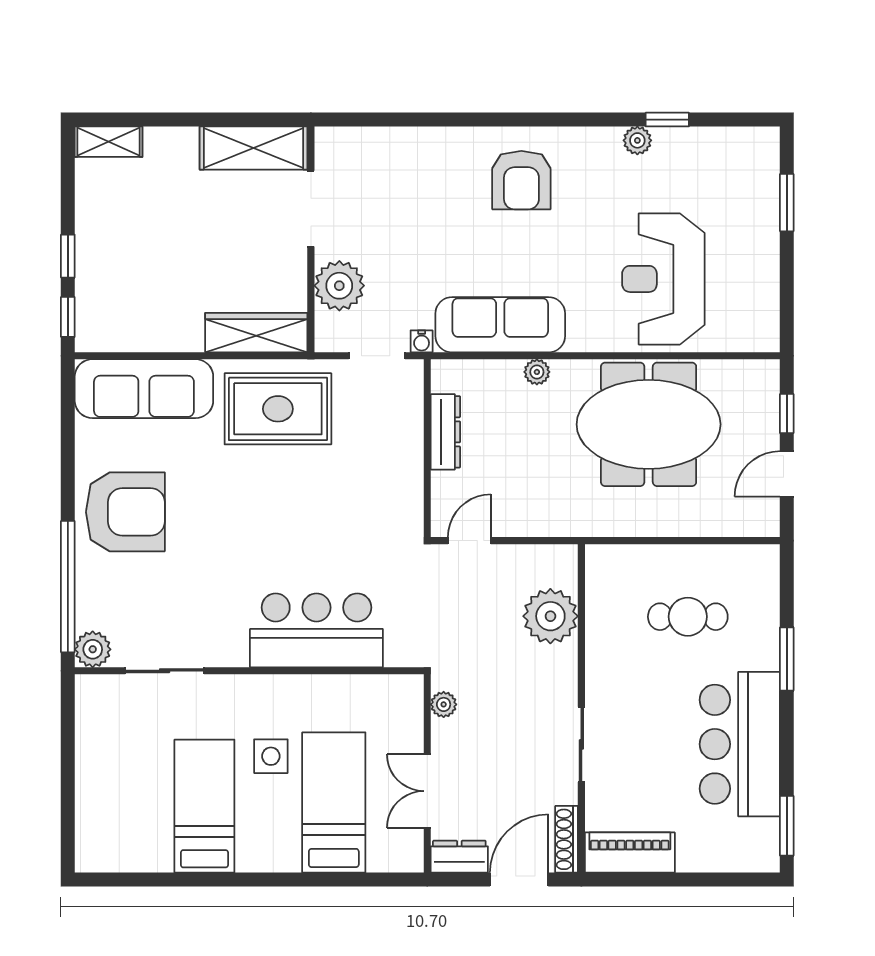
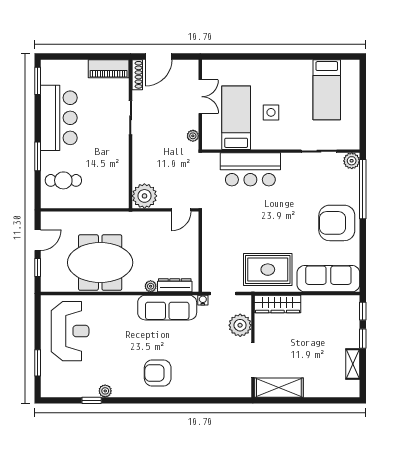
shelving: (109, 142) -> (353, 364), moved, turned 90
armchair: (521, 180) -> (158, 373), turned -90
reception desk: (663, 279) -> (70, 331), moved
dresser: (445, 432) -> (175, 285), moved, turned 90
plant: (550, 616) -> (144, 196), moved
cafe table: (688, 617) -> (63, 180), moved
bed: (334, 803) -> (236, 118), moved, turned 180
bed: (204, 806) -> (327, 90), moved
dresser: (459, 857) -> (186, 67), removed

